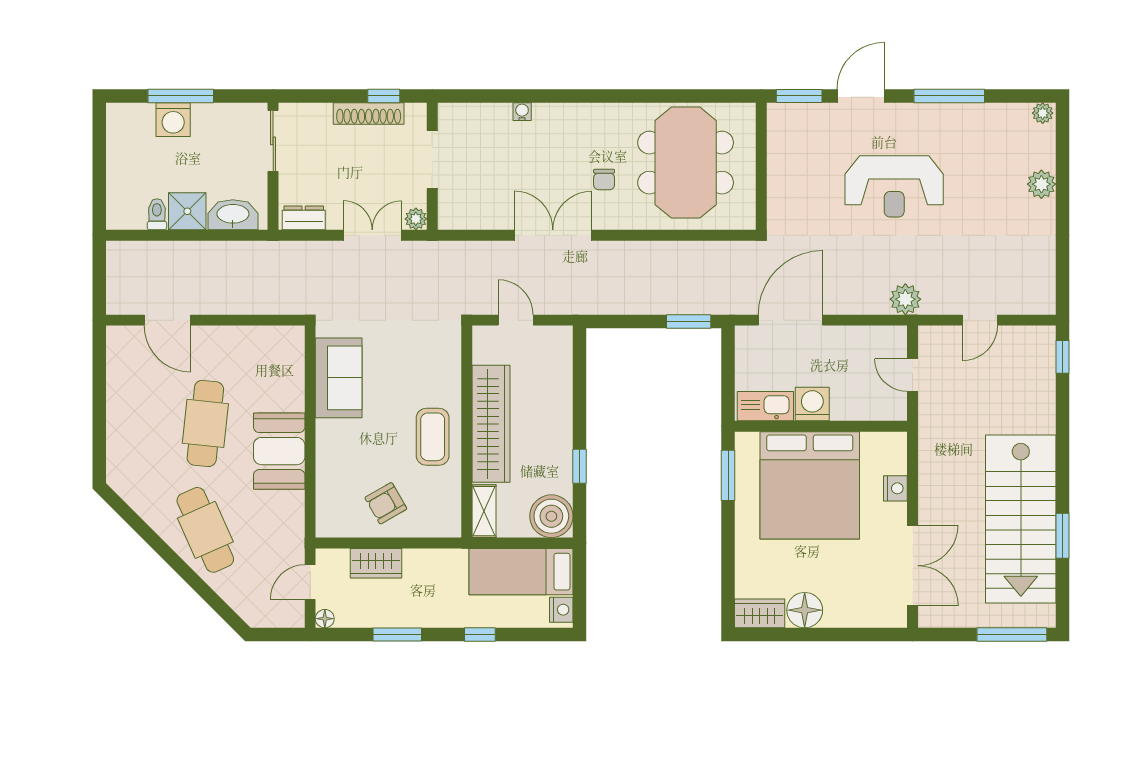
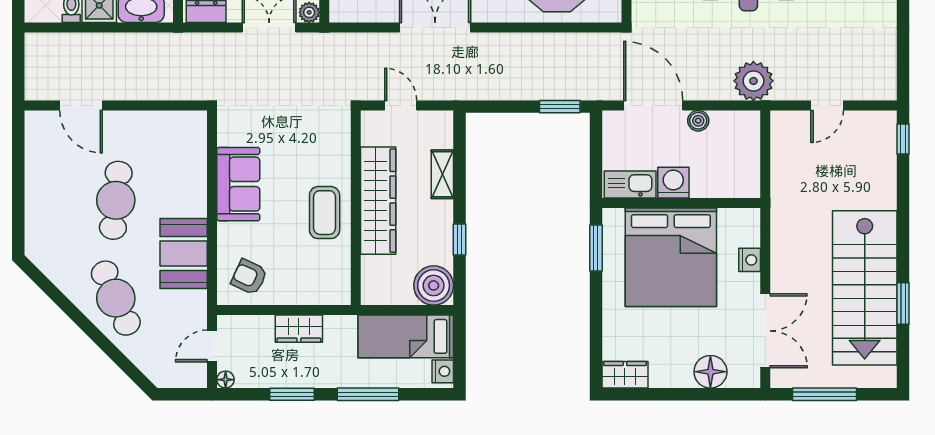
plant: (905, 299) -> (753, 81), width x1.36, depth x1.36
door: (790, 320) -> (653, 105), hinge flipped
boiler: (839, 337) -> (698, 121), added
door: (913, 375) -> (765, 156), removed
sofa: (339, 378) -> (238, 184), moved
booth: (279, 451) -> (184, 253), moved
armchair: (386, 503) -> (249, 277), moved, turned 55
shelving: (484, 511) -> (442, 174), moved
wardrobe: (376, 563) -> (299, 329), moved
floor lamp: (805, 610) -> (710, 372), moved
window: (480, 635) -> (368, 394), width x2.17
window: (1012, 635) -> (824, 394), moved

